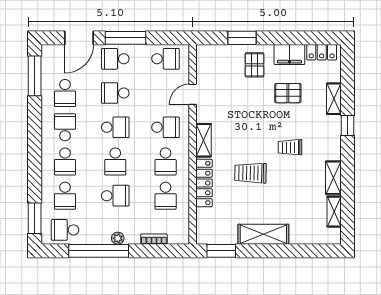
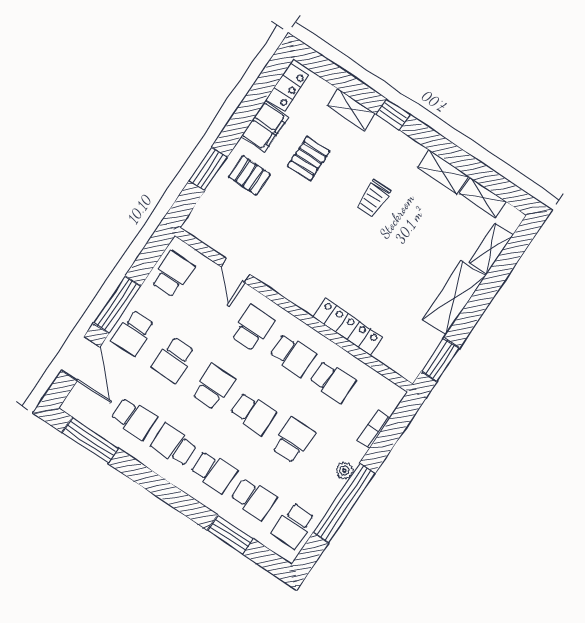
shelving: (204, 140) -> (491, 249), moved, turned 90
trolley: (250, 173) -> (373, 265), removed
window: (35, 218) -> (230, 535), moved

